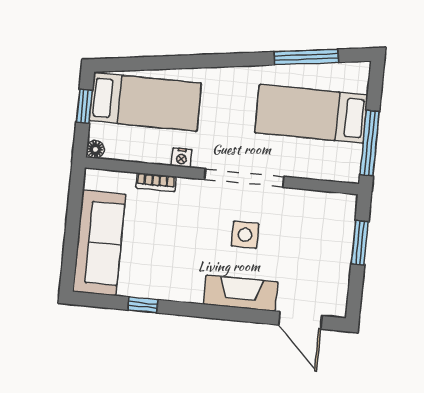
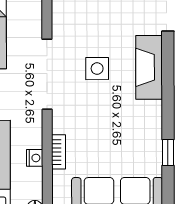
nightstand: (182, 158) -> (35, 158), moved

